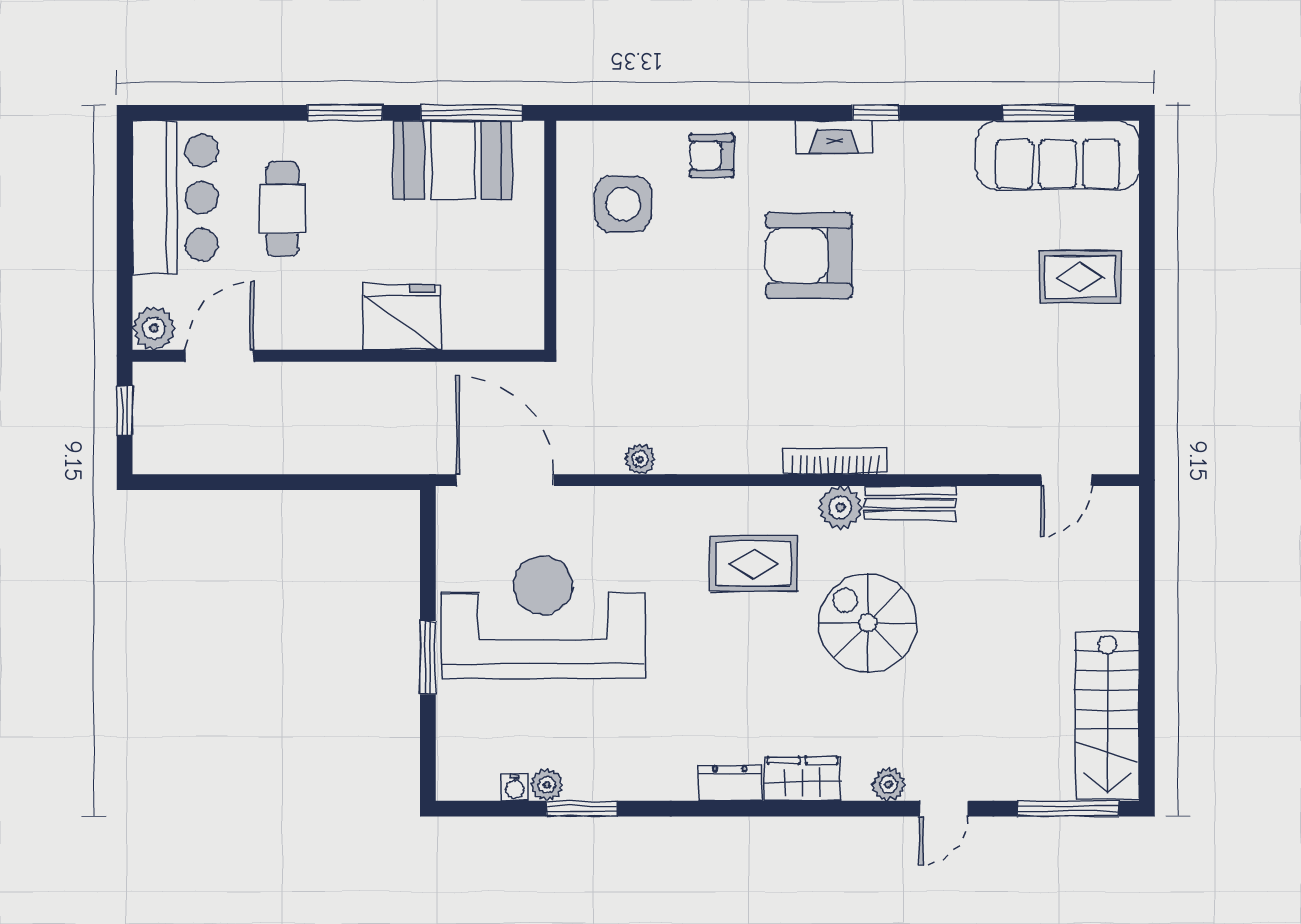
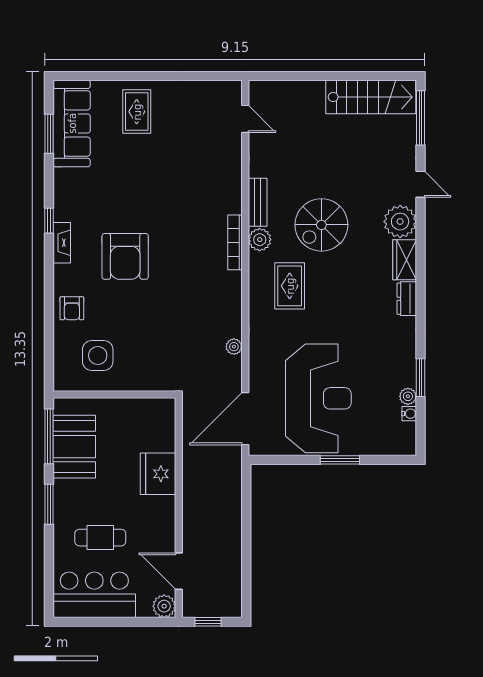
reception desk: (543, 617) -> (318, 398), turned 180
plant: (888, 784) -> (400, 222), width x1.87, depth x1.87

